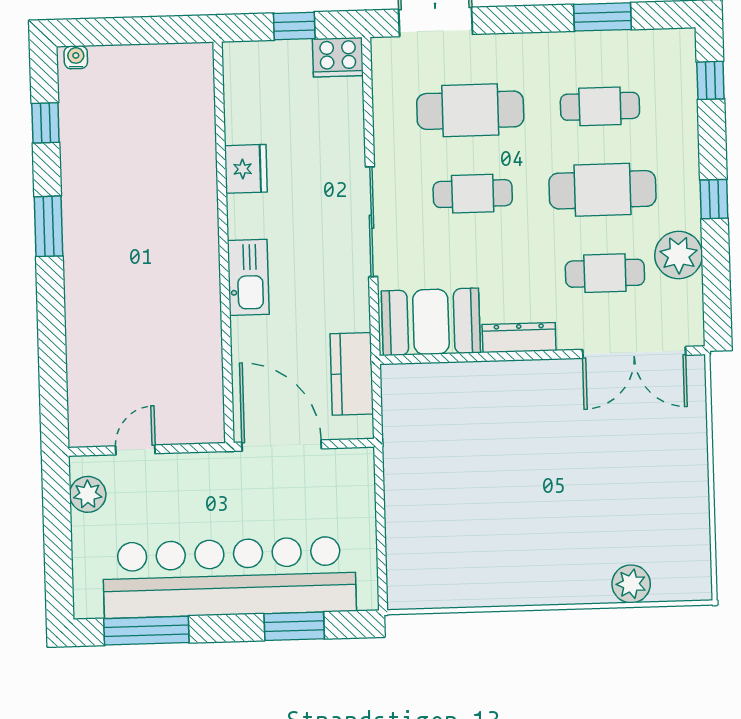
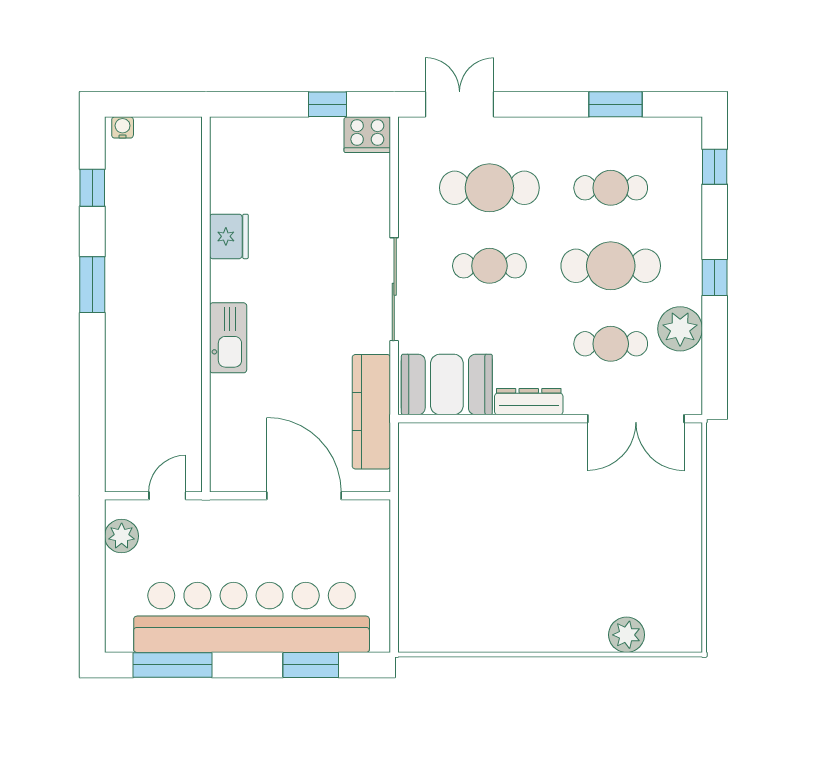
fridge: (246, 169) -> (229, 236), moved
wall: (223, 242) -> (206, 304), moved
kitchen sink: (248, 277) -> (228, 338), moved
kitchen counter: (352, 374) -> (371, 412), width x1.50

